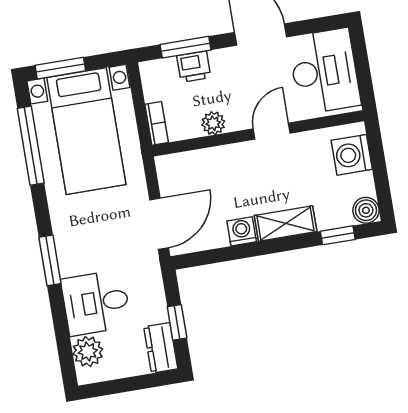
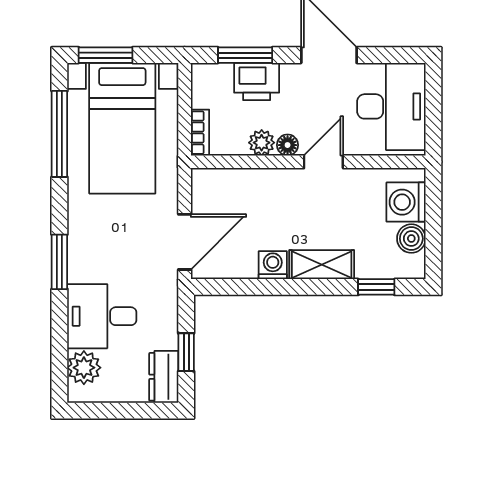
printer: (194, 67) -> (257, 82), width x1.36, depth x1.24
floor lamp: (237, 121) -> (288, 145), added
boiler: (366, 210) -> (411, 239), moved

